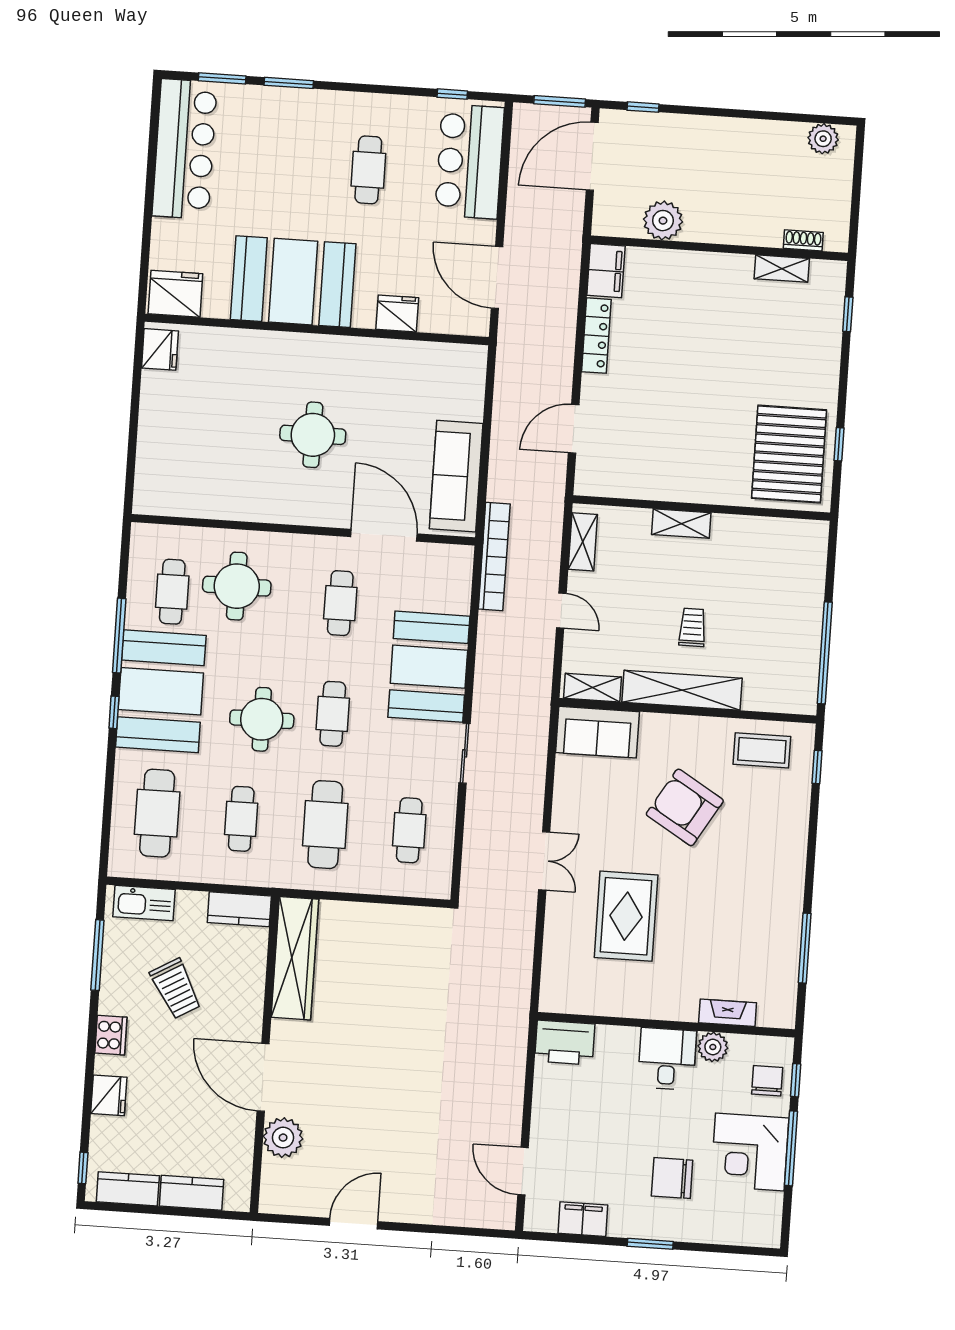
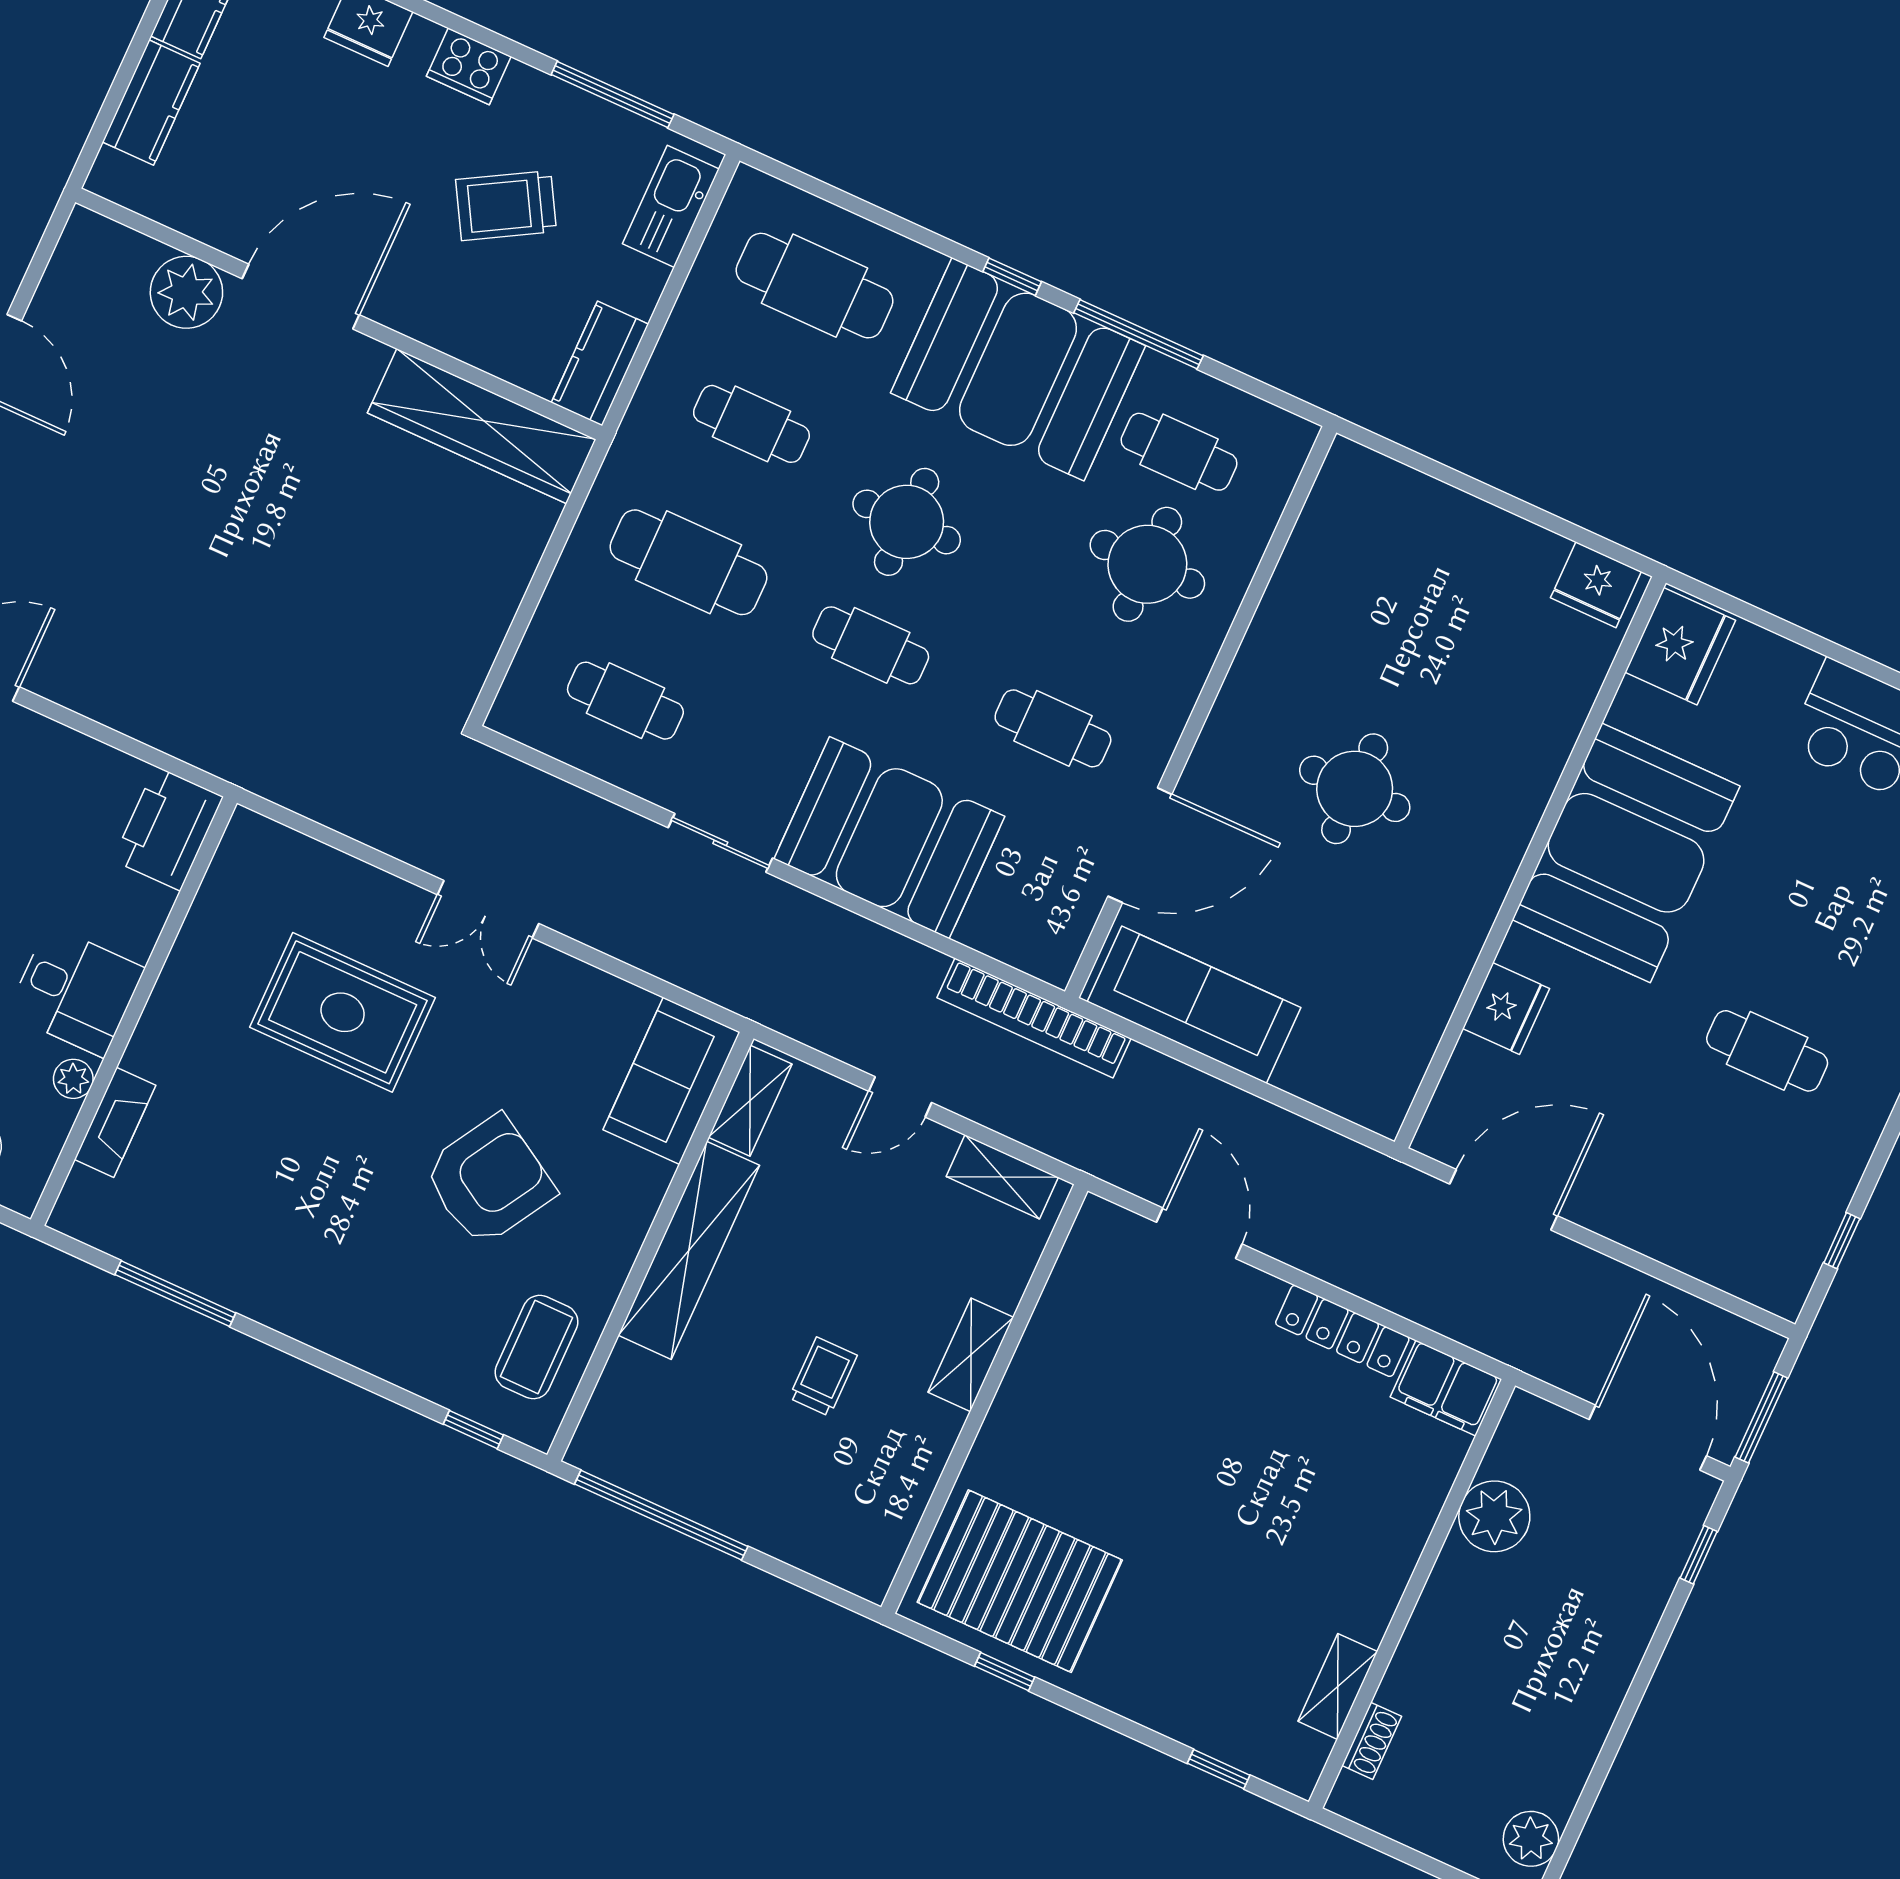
bar counter: (470, 161) -> (1717, 1227), removed
trolley: (692, 627) -> (823, 1377), moved, turned -90
plant: (713, 1047) -> (73, 1079), width x0.73, depth x0.73

